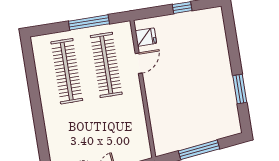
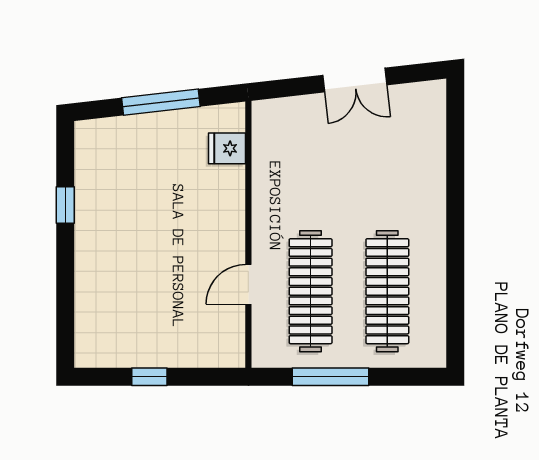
fridge: (146, 37) -> (227, 148), moved
window: (240, 89) -> (65, 205), width x0.67

